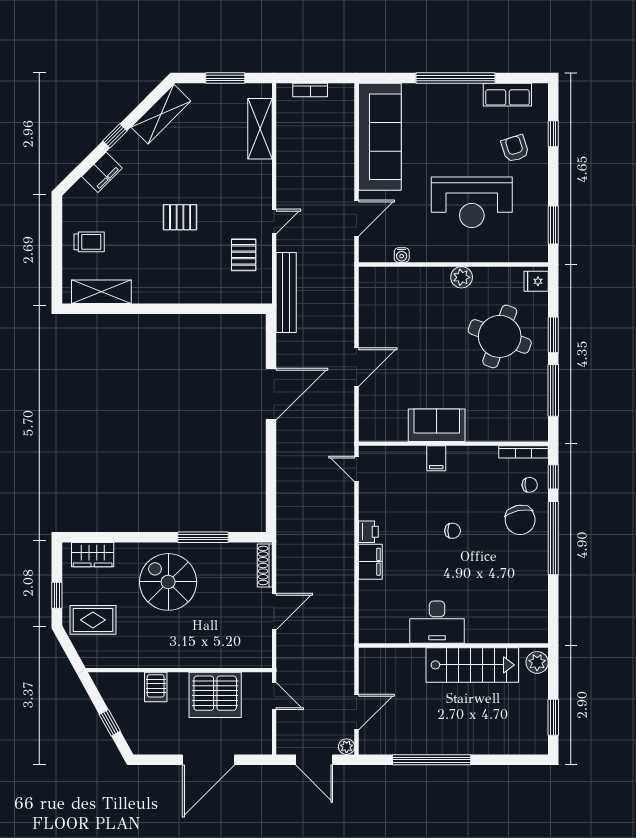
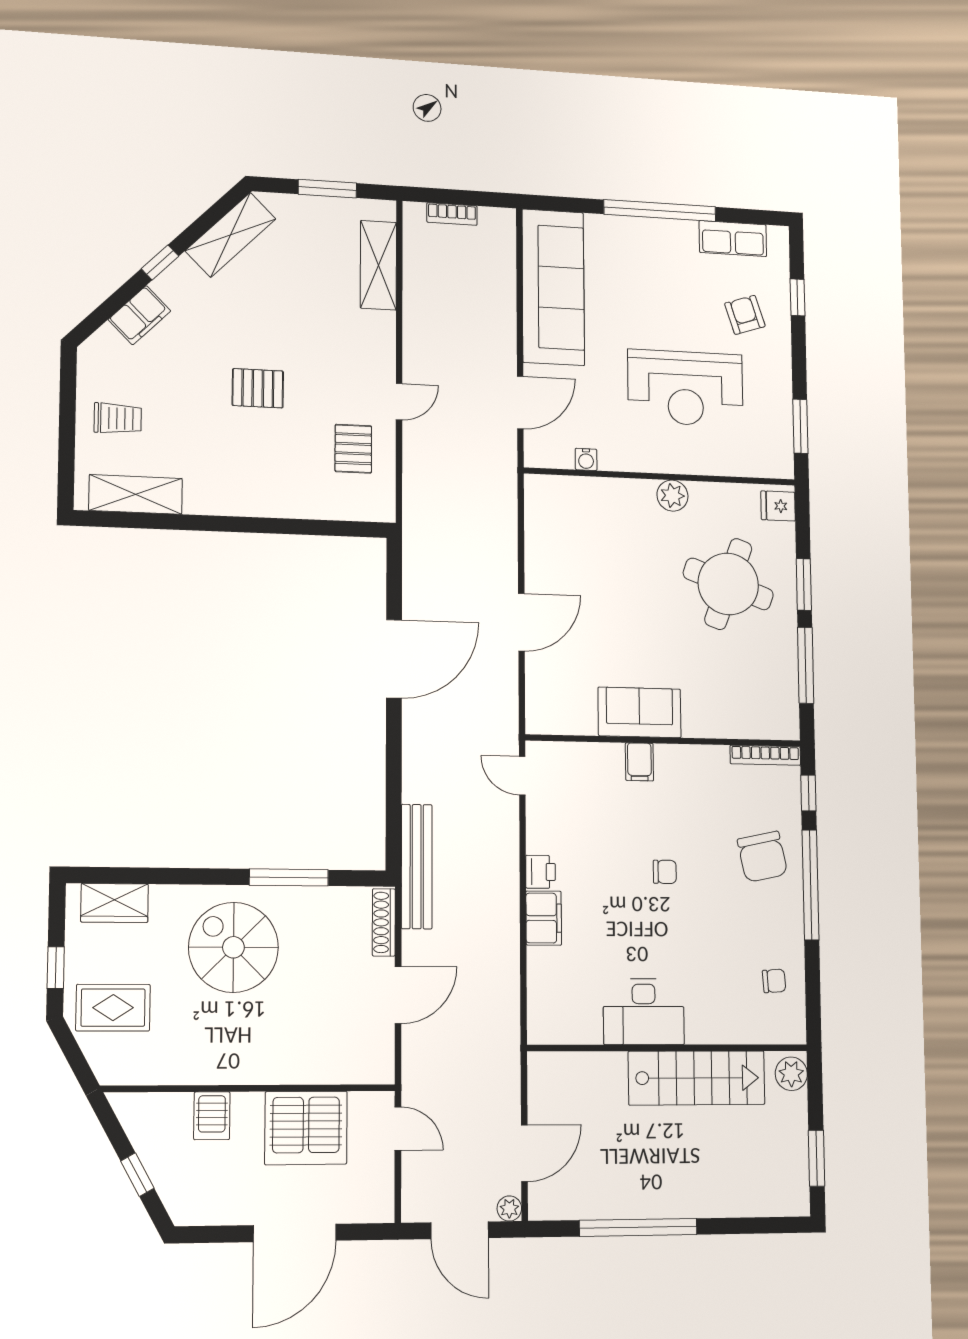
bench: (286, 292) -> (417, 866), moved
chair: (530, 485) -> (774, 981), moved

